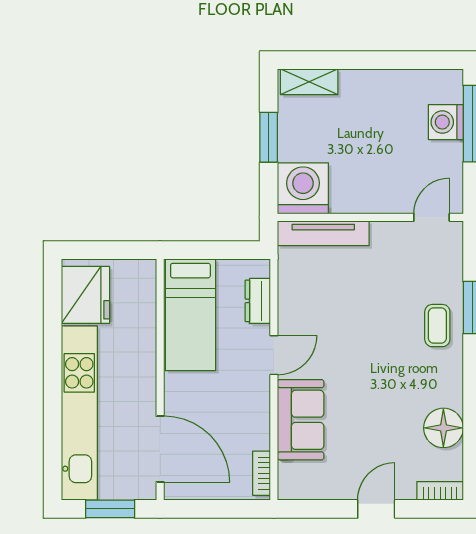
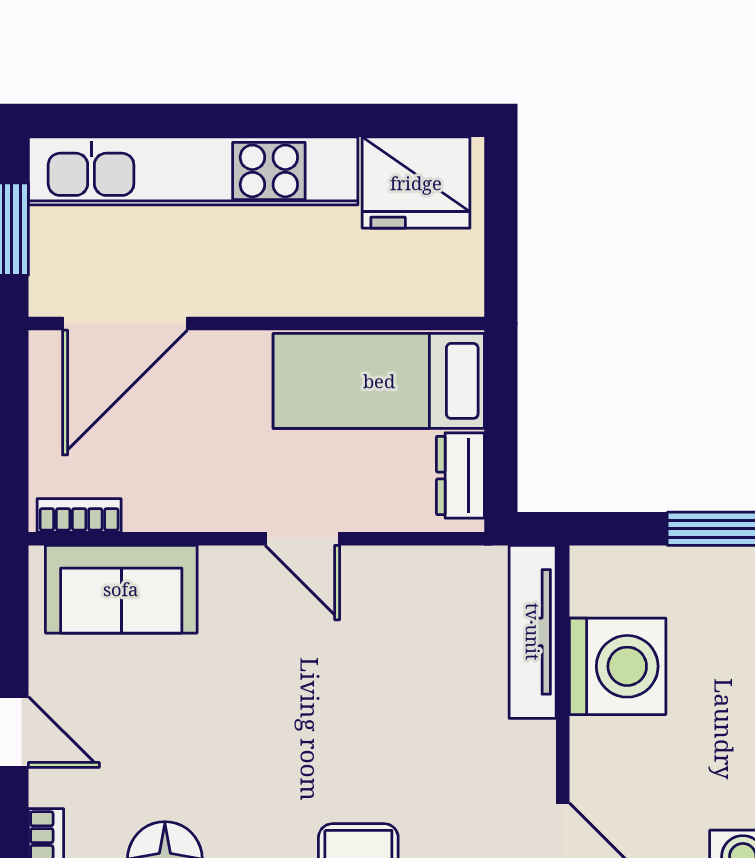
washing machine: (303, 188) -> (618, 666), moved
dresser: (258, 301) -> (460, 475), moved, turned -90
sofa: (301, 420) -> (121, 589), moved

